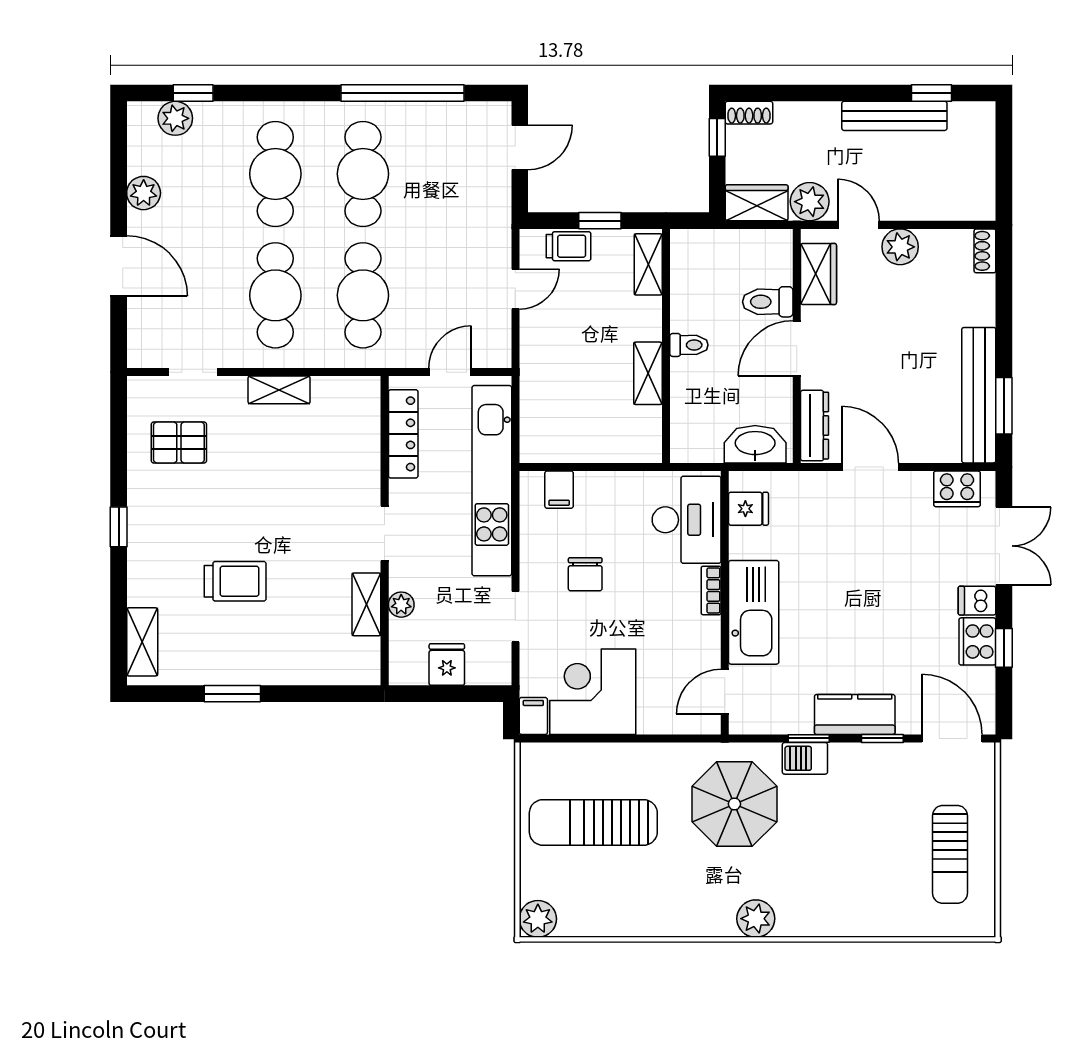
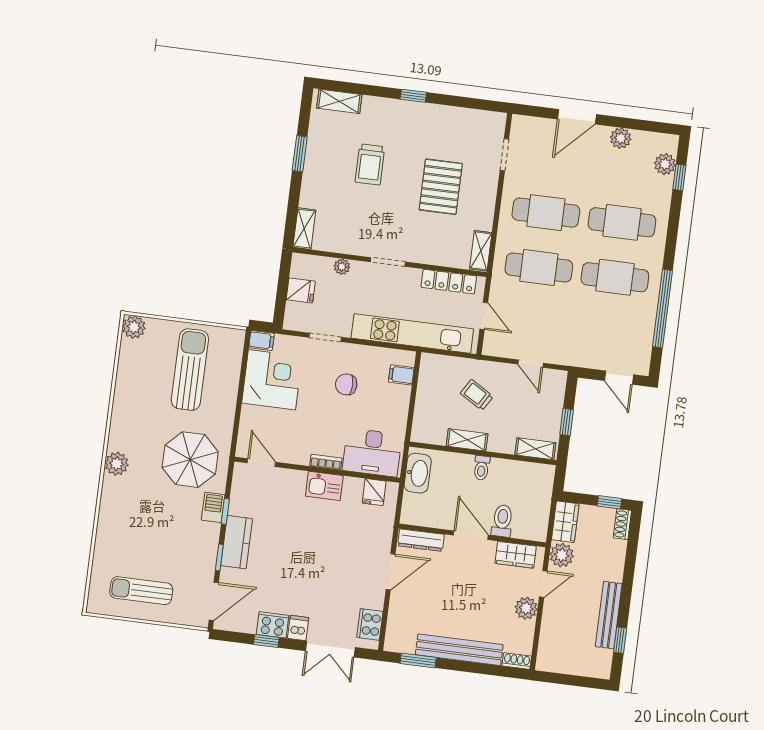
trolley: (568, 246) -> (477, 395), moved, turned 121
shelving: (279, 390) -> (481, 251), moved
bench: (979, 395) -> (459, 650), moved
pallet: (179, 443) -> (441, 187), moved, width x1.50, depth x1.42
washbasin: (755, 444) -> (418, 473), moved
shelving: (366, 604) -> (304, 229), moved, turned 90
kitchen sink: (754, 612) -> (324, 486), width x0.53, depth x0.81

